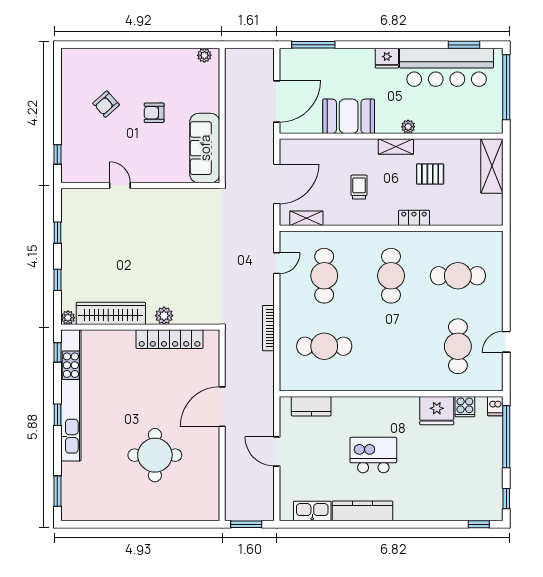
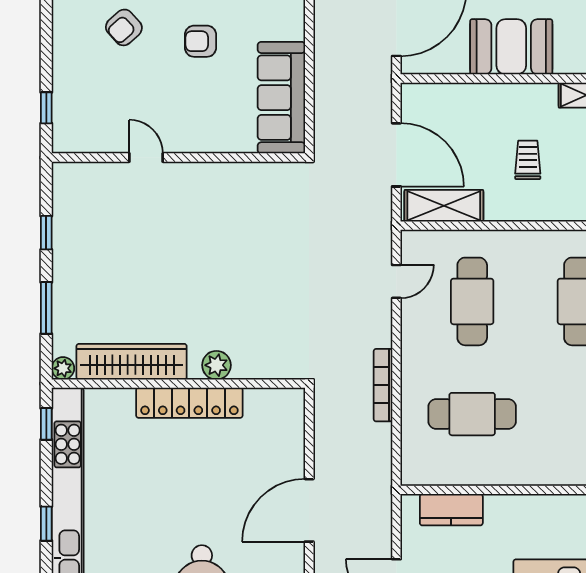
door: (277, 184) -> (396, 155), hinge flipped
shelving: (306, 218) -> (444, 206), width x1.50, depth x1.33
window: (57, 280) -> (46, 308), width x1.50
locker: (170, 339) -> (189, 403), moved

